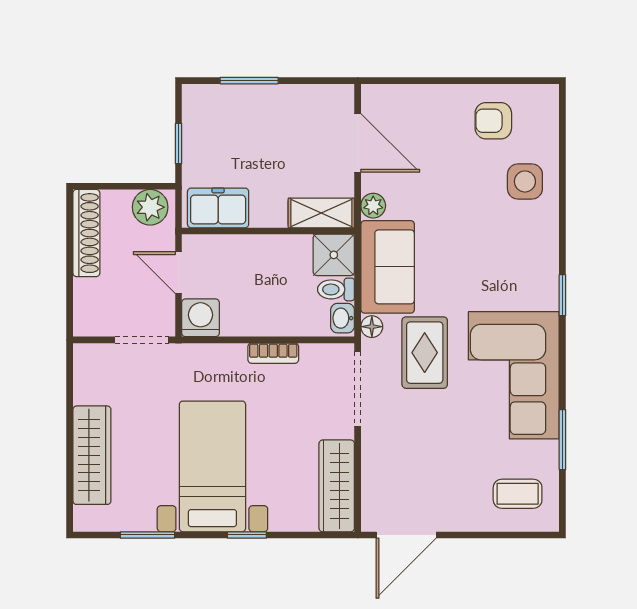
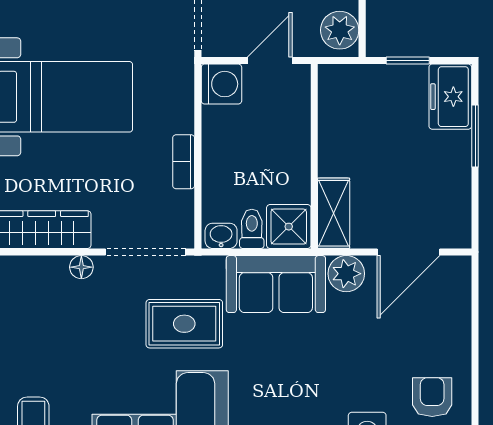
plant: (373, 206) -> (346, 274), width x1.38, depth x1.38
freezer: (218, 208) -> (450, 97), moved, turned 180
floor lamp: (372, 327) -> (81, 267), moved

